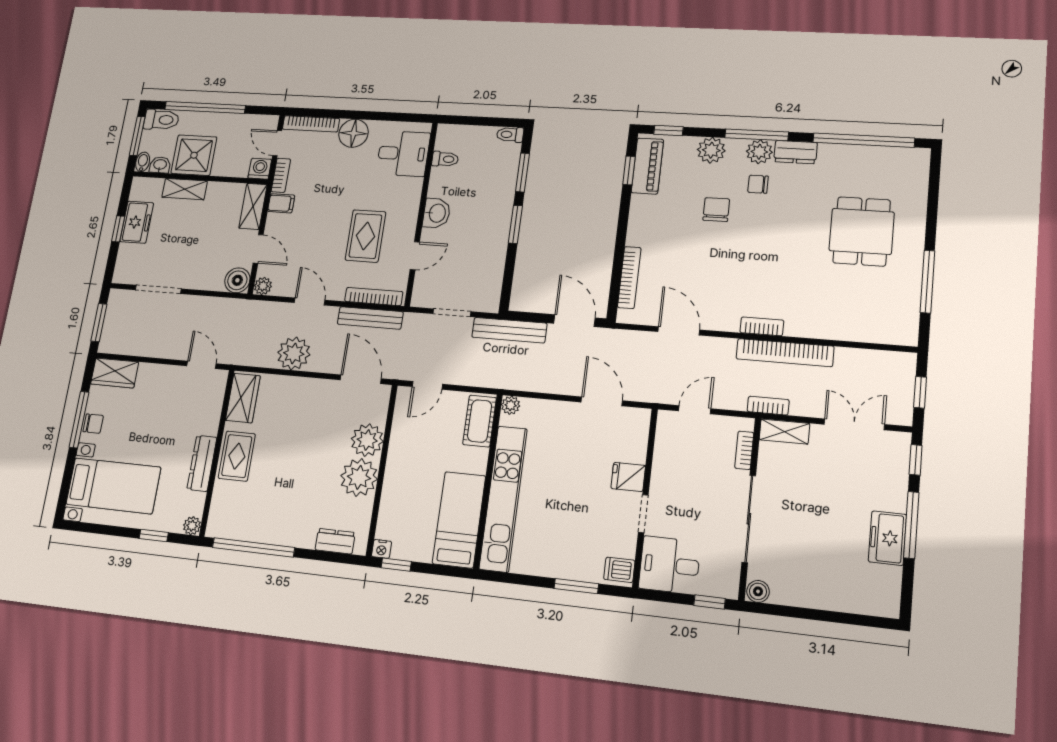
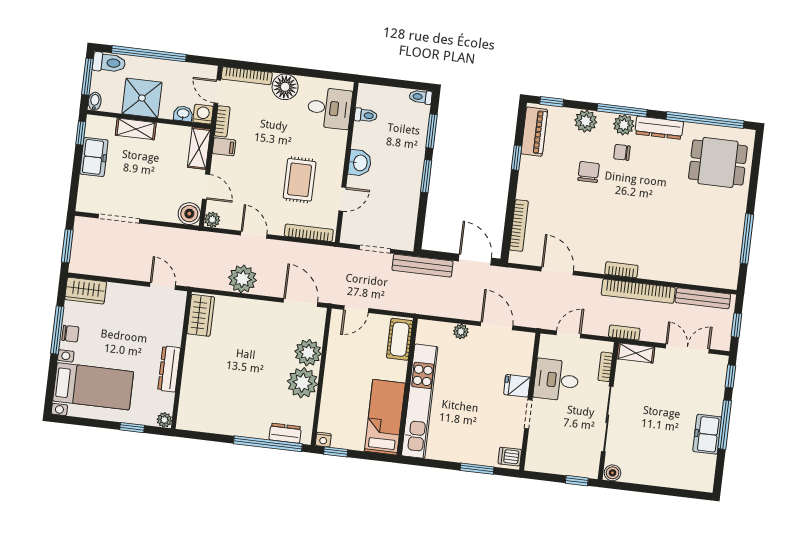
dresser: (796, 152) -> (659, 128), width x1.44
washbasin: (160, 165) -> (183, 114), moved
window: (629, 170) -> (517, 158), moved
window: (118, 229) -> (81, 133), moved
dining table: (862, 231) -> (718, 162), moved, turned 90
bench: (370, 318) -> (703, 298), moved
plant: (511, 405) -> (461, 332), moved
rug: (237, 456) -> (199, 364), removed
window: (253, 547) -> (268, 444), moved
desk: (670, 565) -> (556, 380), moved

